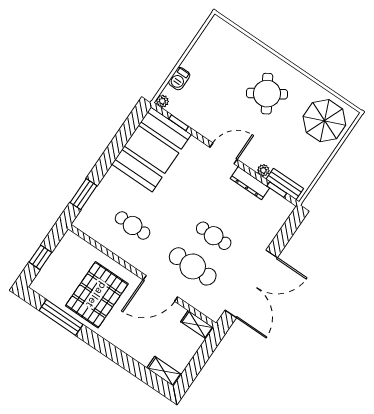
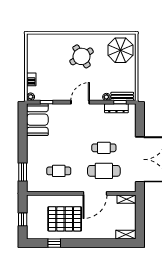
booth: (151, 149) -> (37, 120), width x0.73, depth x0.70
dresser: (250, 183) -> (116, 108), moved
pallet: (97, 295) -> (65, 219), turned 90
window: (61, 317) -> (54, 243), width x0.46

